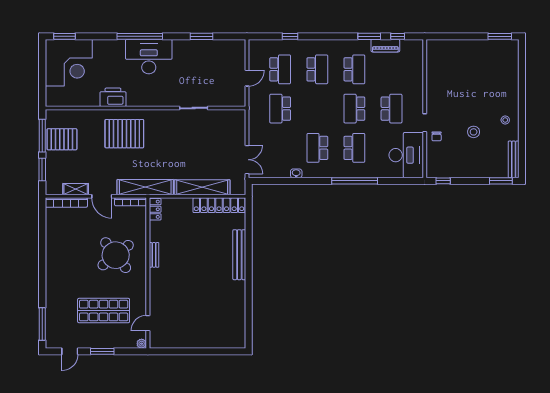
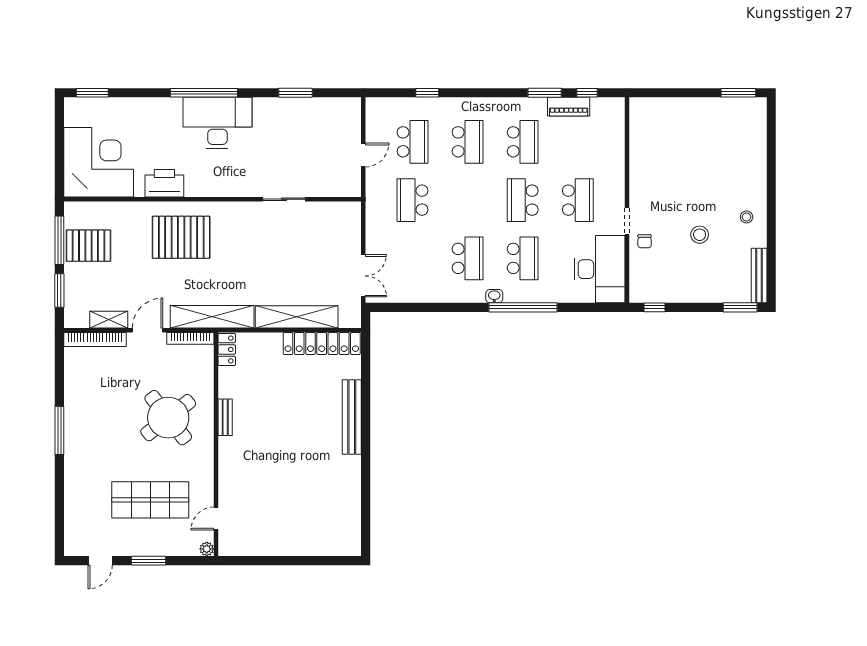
corner desk: (69, 63) -> (99, 162), moved, turned -90
school desk: (317, 148) -> (468, 258), turned 180
washbasin: (296, 173) -> (494, 296), moved
door: (102, 196) -> (148, 330), swing flipped
window: (42, 324) -> (59, 430), moved

